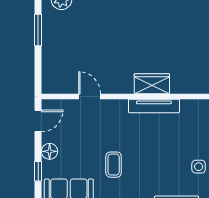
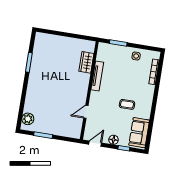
wardrobe: (152, 84) -> (86, 62), moved
door: (38, 121) -> (95, 144), hinge flipped

